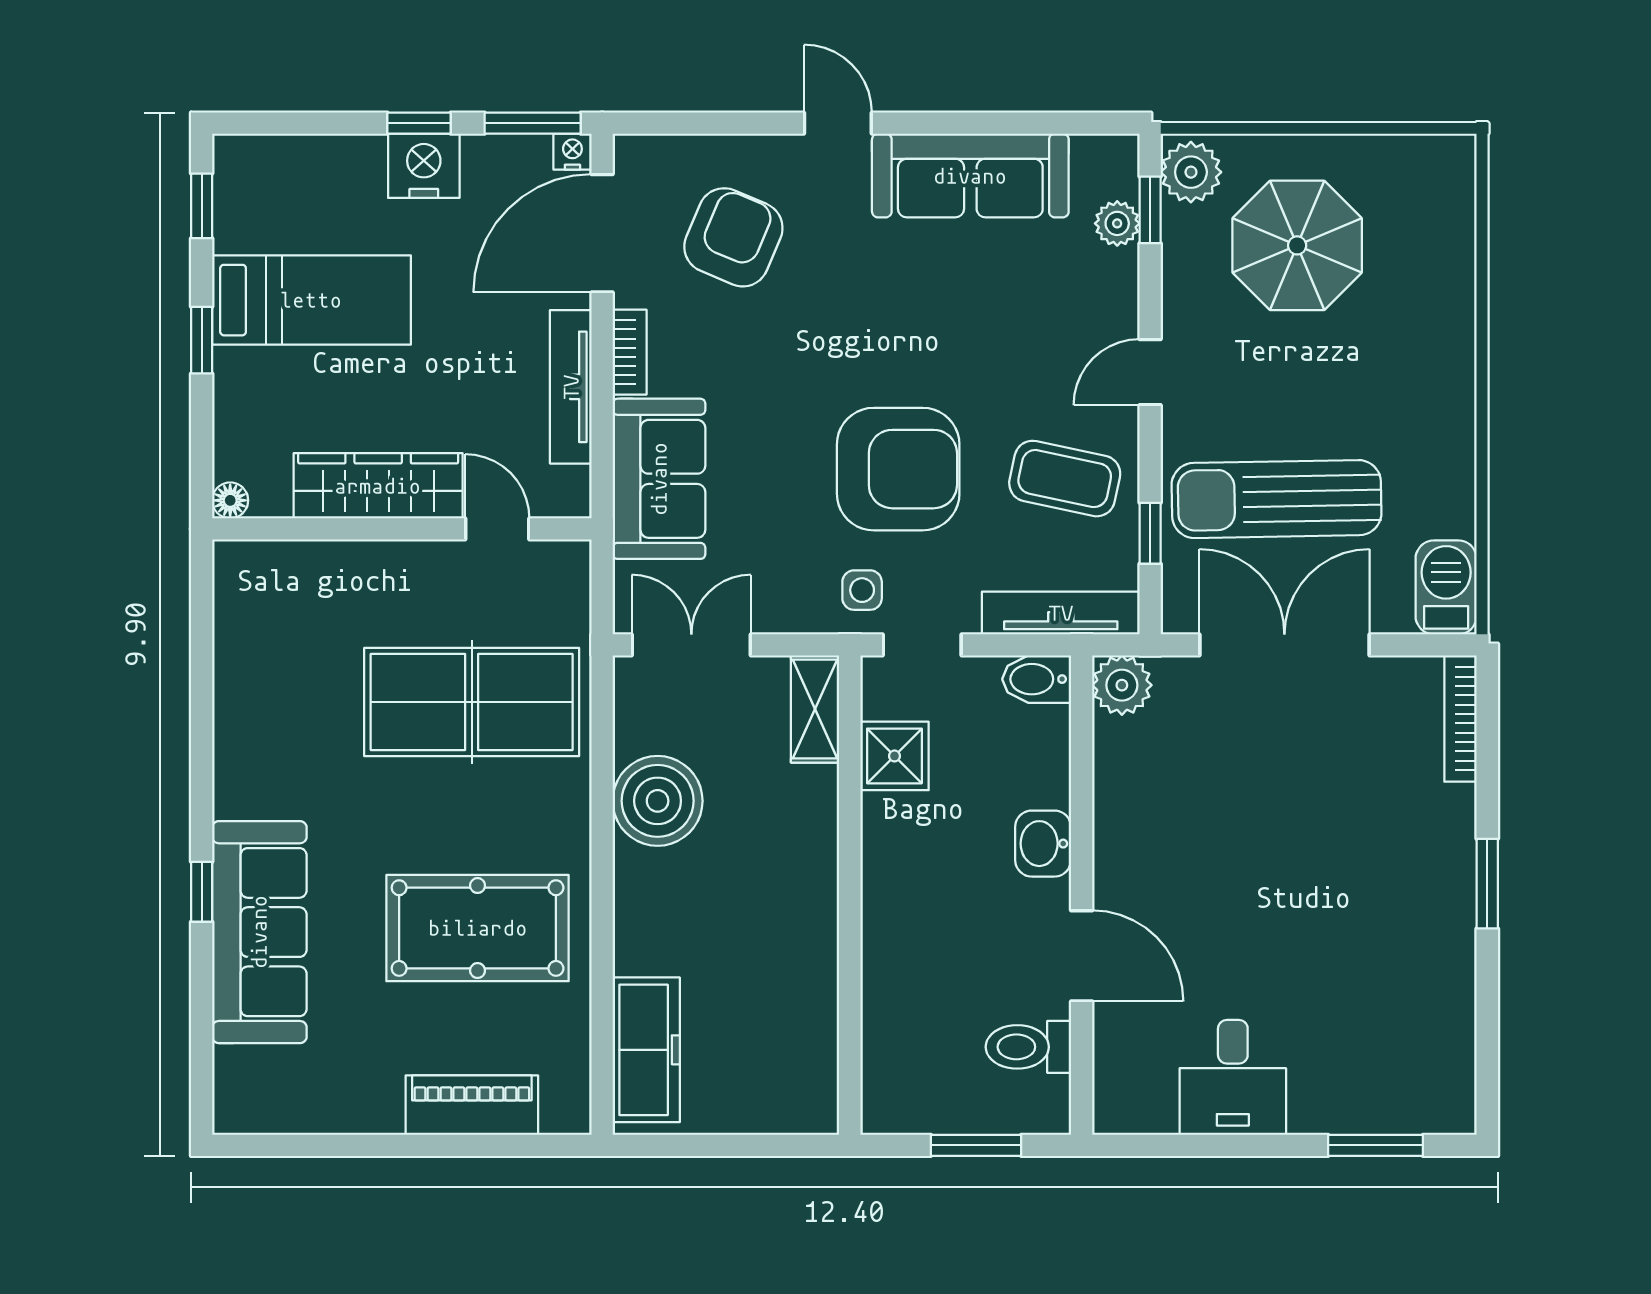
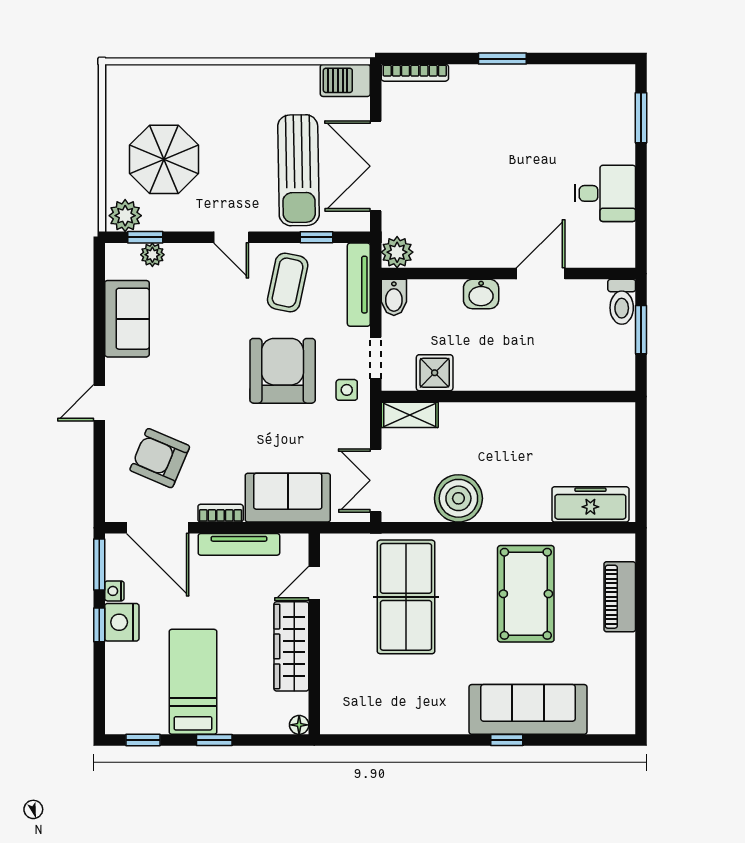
nightstand: (572, 152) -> (114, 591), moved
sofa: (970, 176) -> (127, 319), width x0.73
toilet: (1028, 1047) -> (622, 302), moved

